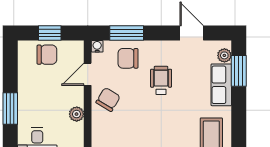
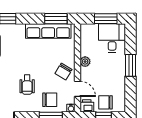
printer: (74, 49) -> (87, 106), added
door: (88, 74) -> (77, 89), hinge flipped

